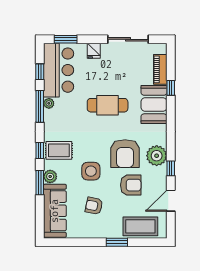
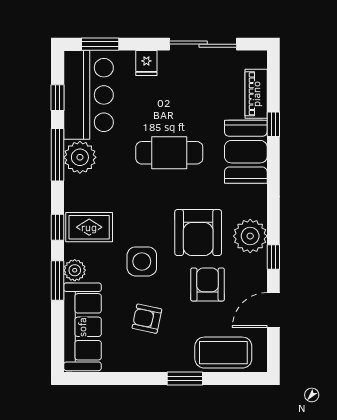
plant: (49, 103) -> (80, 157), width x1.87, depth x1.87
armchair: (131, 185) -> (208, 284), turned -90

